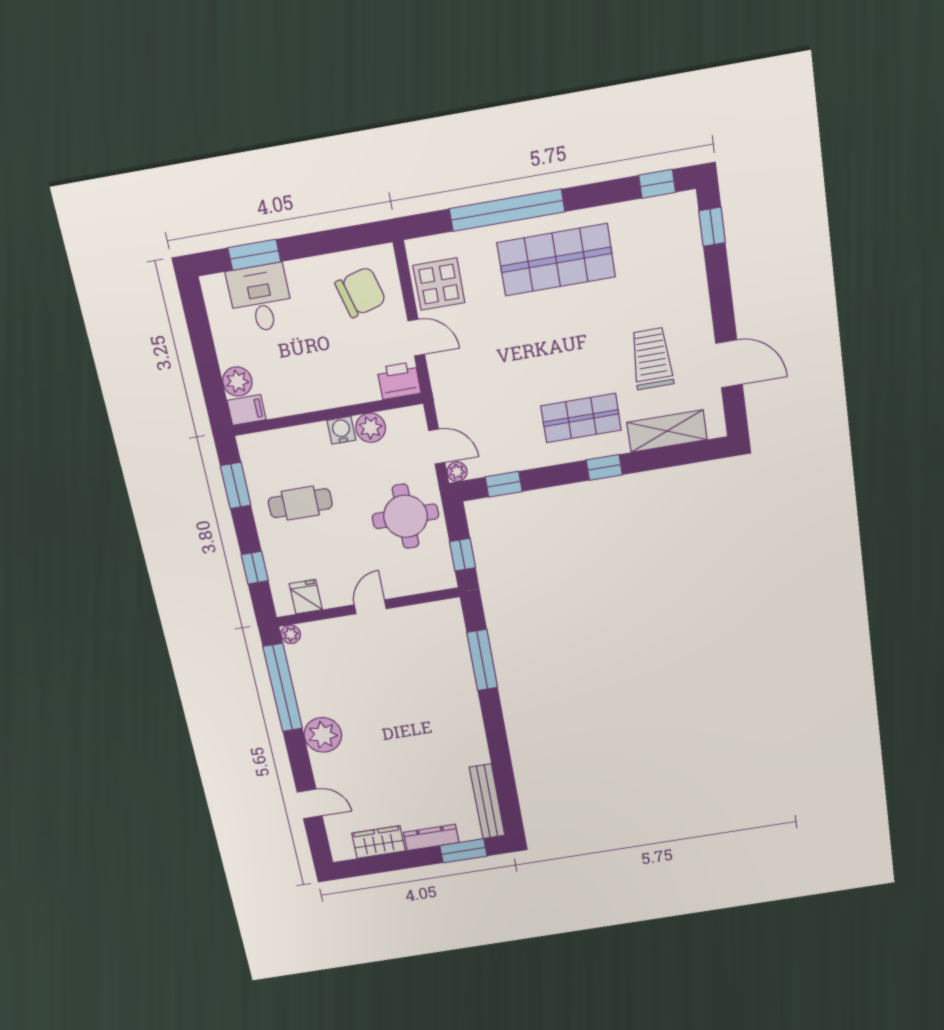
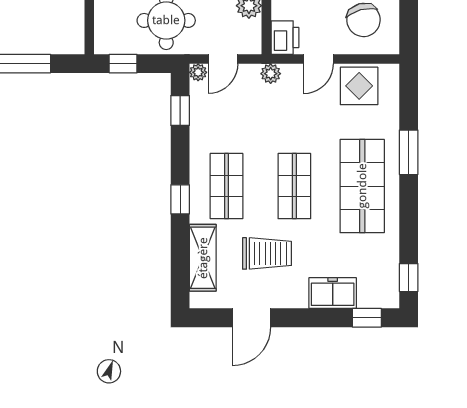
window: (507, 210) -> (409, 152), width x0.47
freezer: (688, 273) -> (333, 293), added
shop shelf: (569, 340) -> (294, 186), added
plant: (443, 390) -> (271, 74), added

